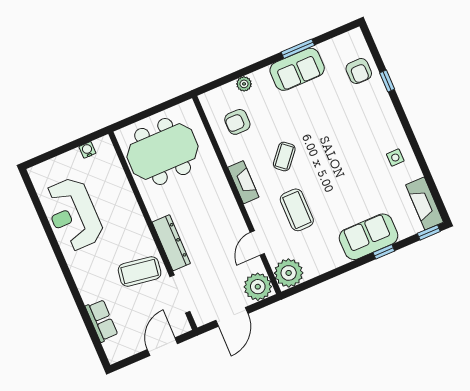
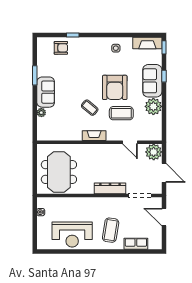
sofa: (297, 69) -> (46, 92), moved
armchair: (237, 122) -> (115, 87), moved, width x1.88, depth x1.88
coffee table: (140, 271) -> (111, 230), moved
plant: (289, 273) -> (153, 106), moved

